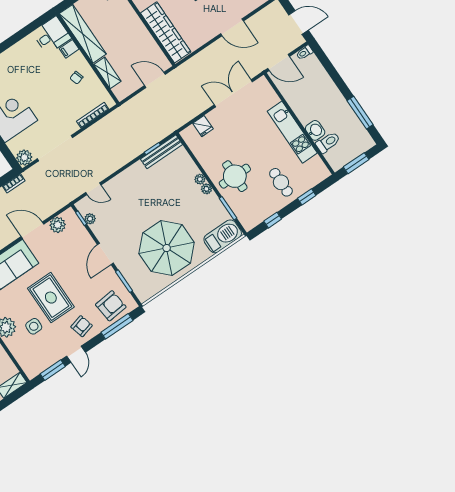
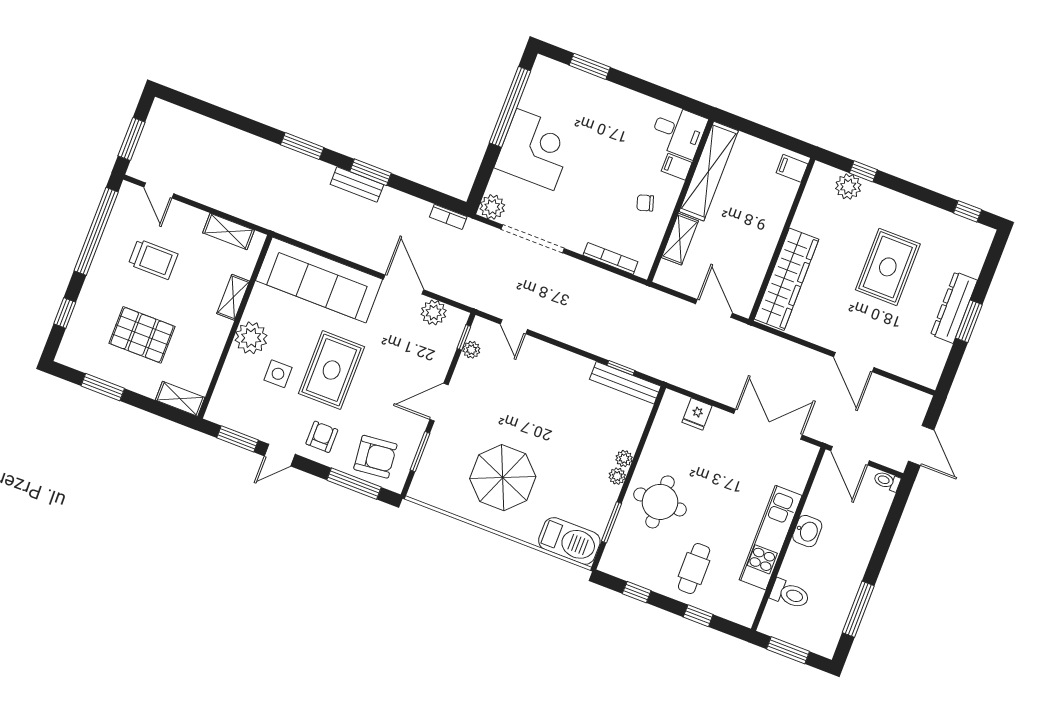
washbasin: (315, 130) -> (807, 531), moved
parasol: (167, 248) -> (503, 478), width x0.73, depth x0.73
armchair: (82, 326) -> (322, 437), turned -75

